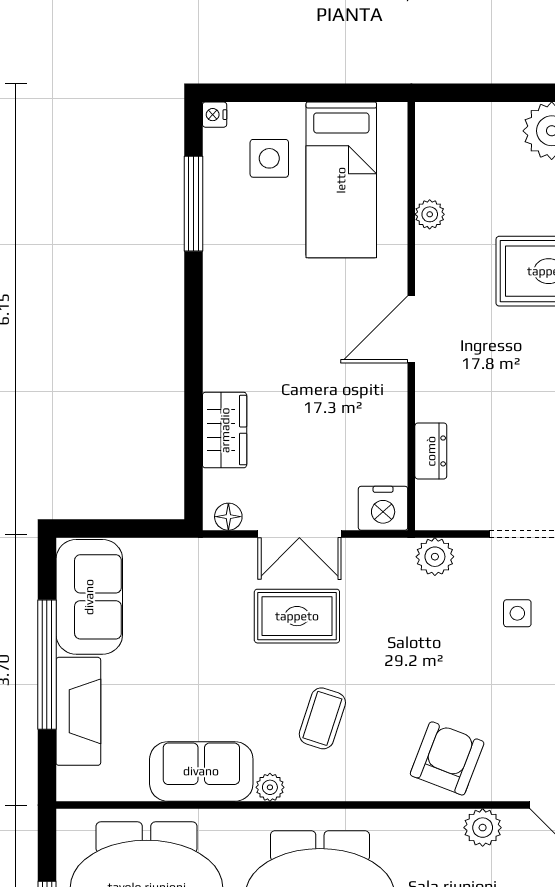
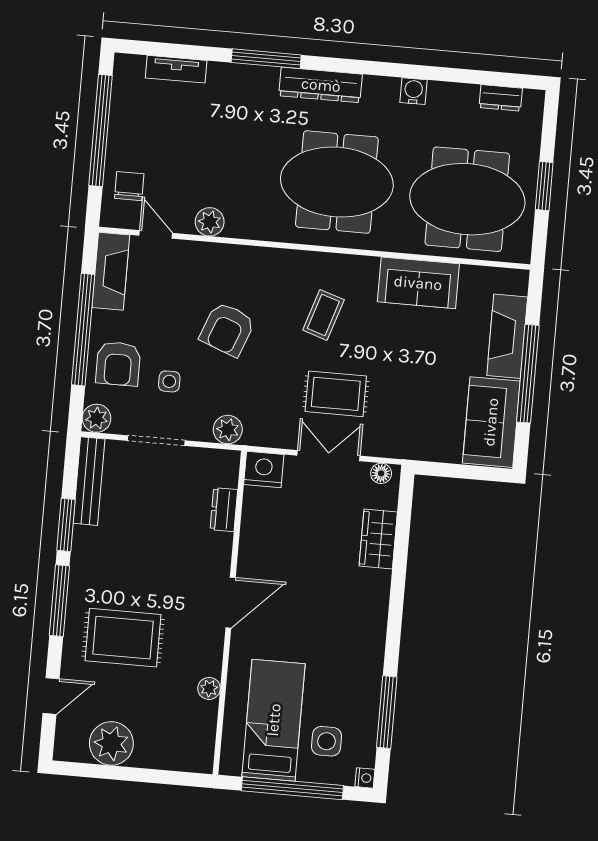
window: (309, 93) -> (292, 788), added
armchair: (447, 758) -> (227, 329), moved
plant: (270, 787) -> (368, 266), removed

